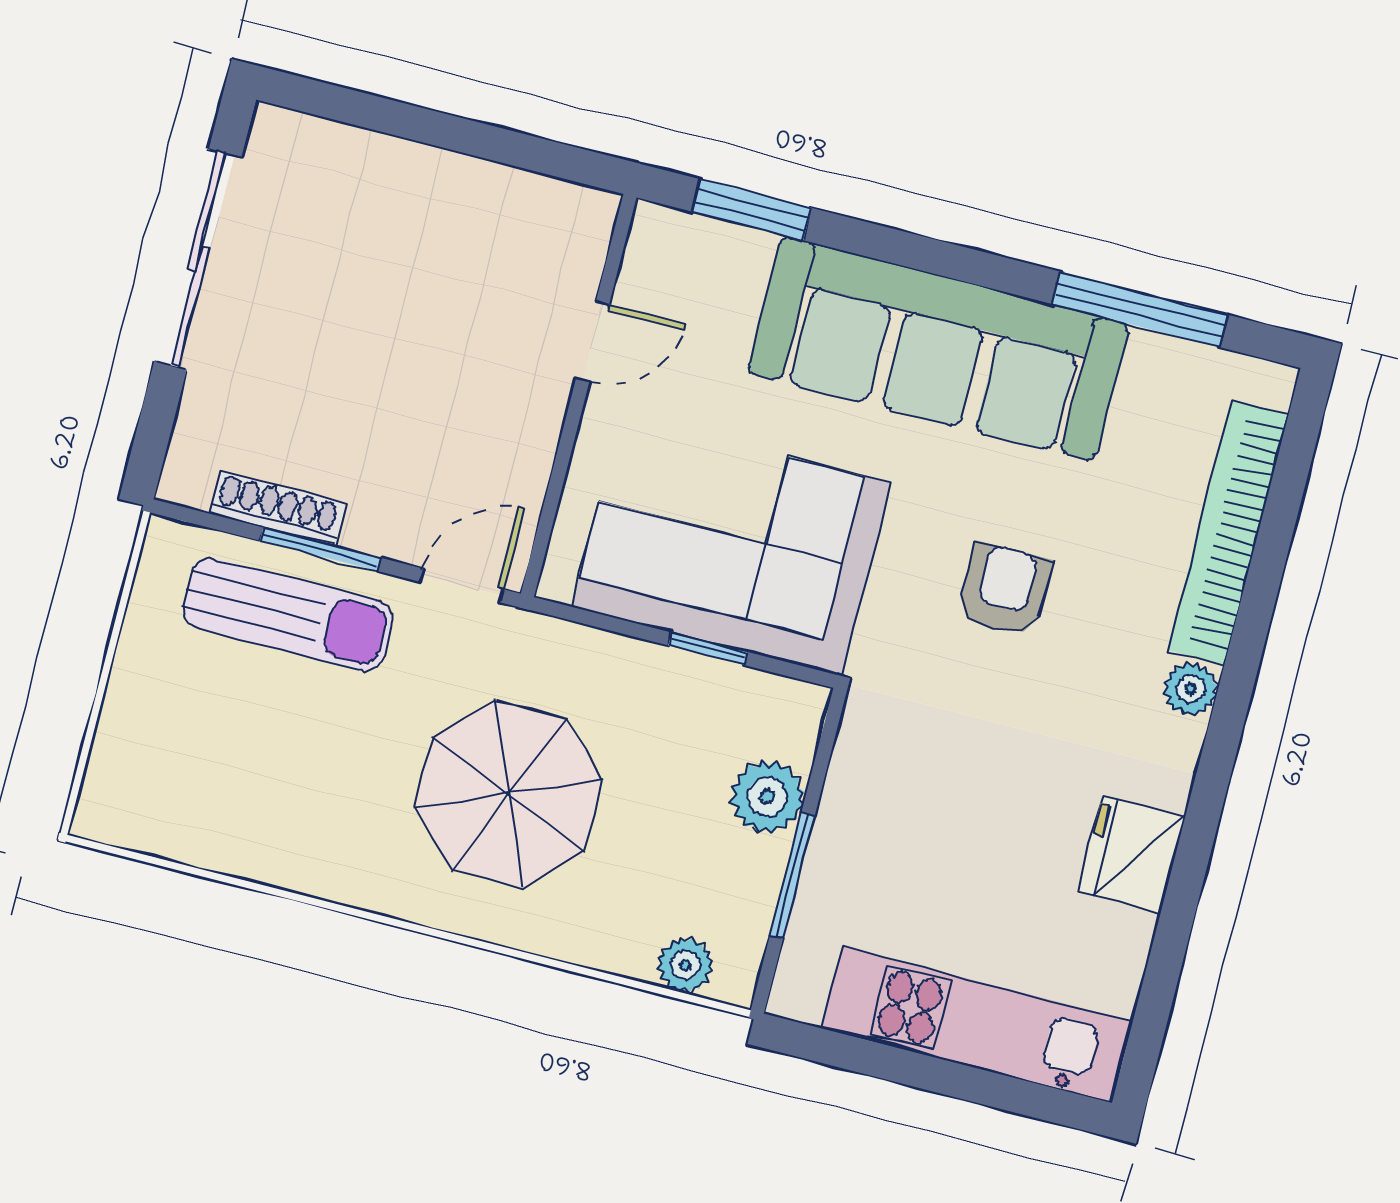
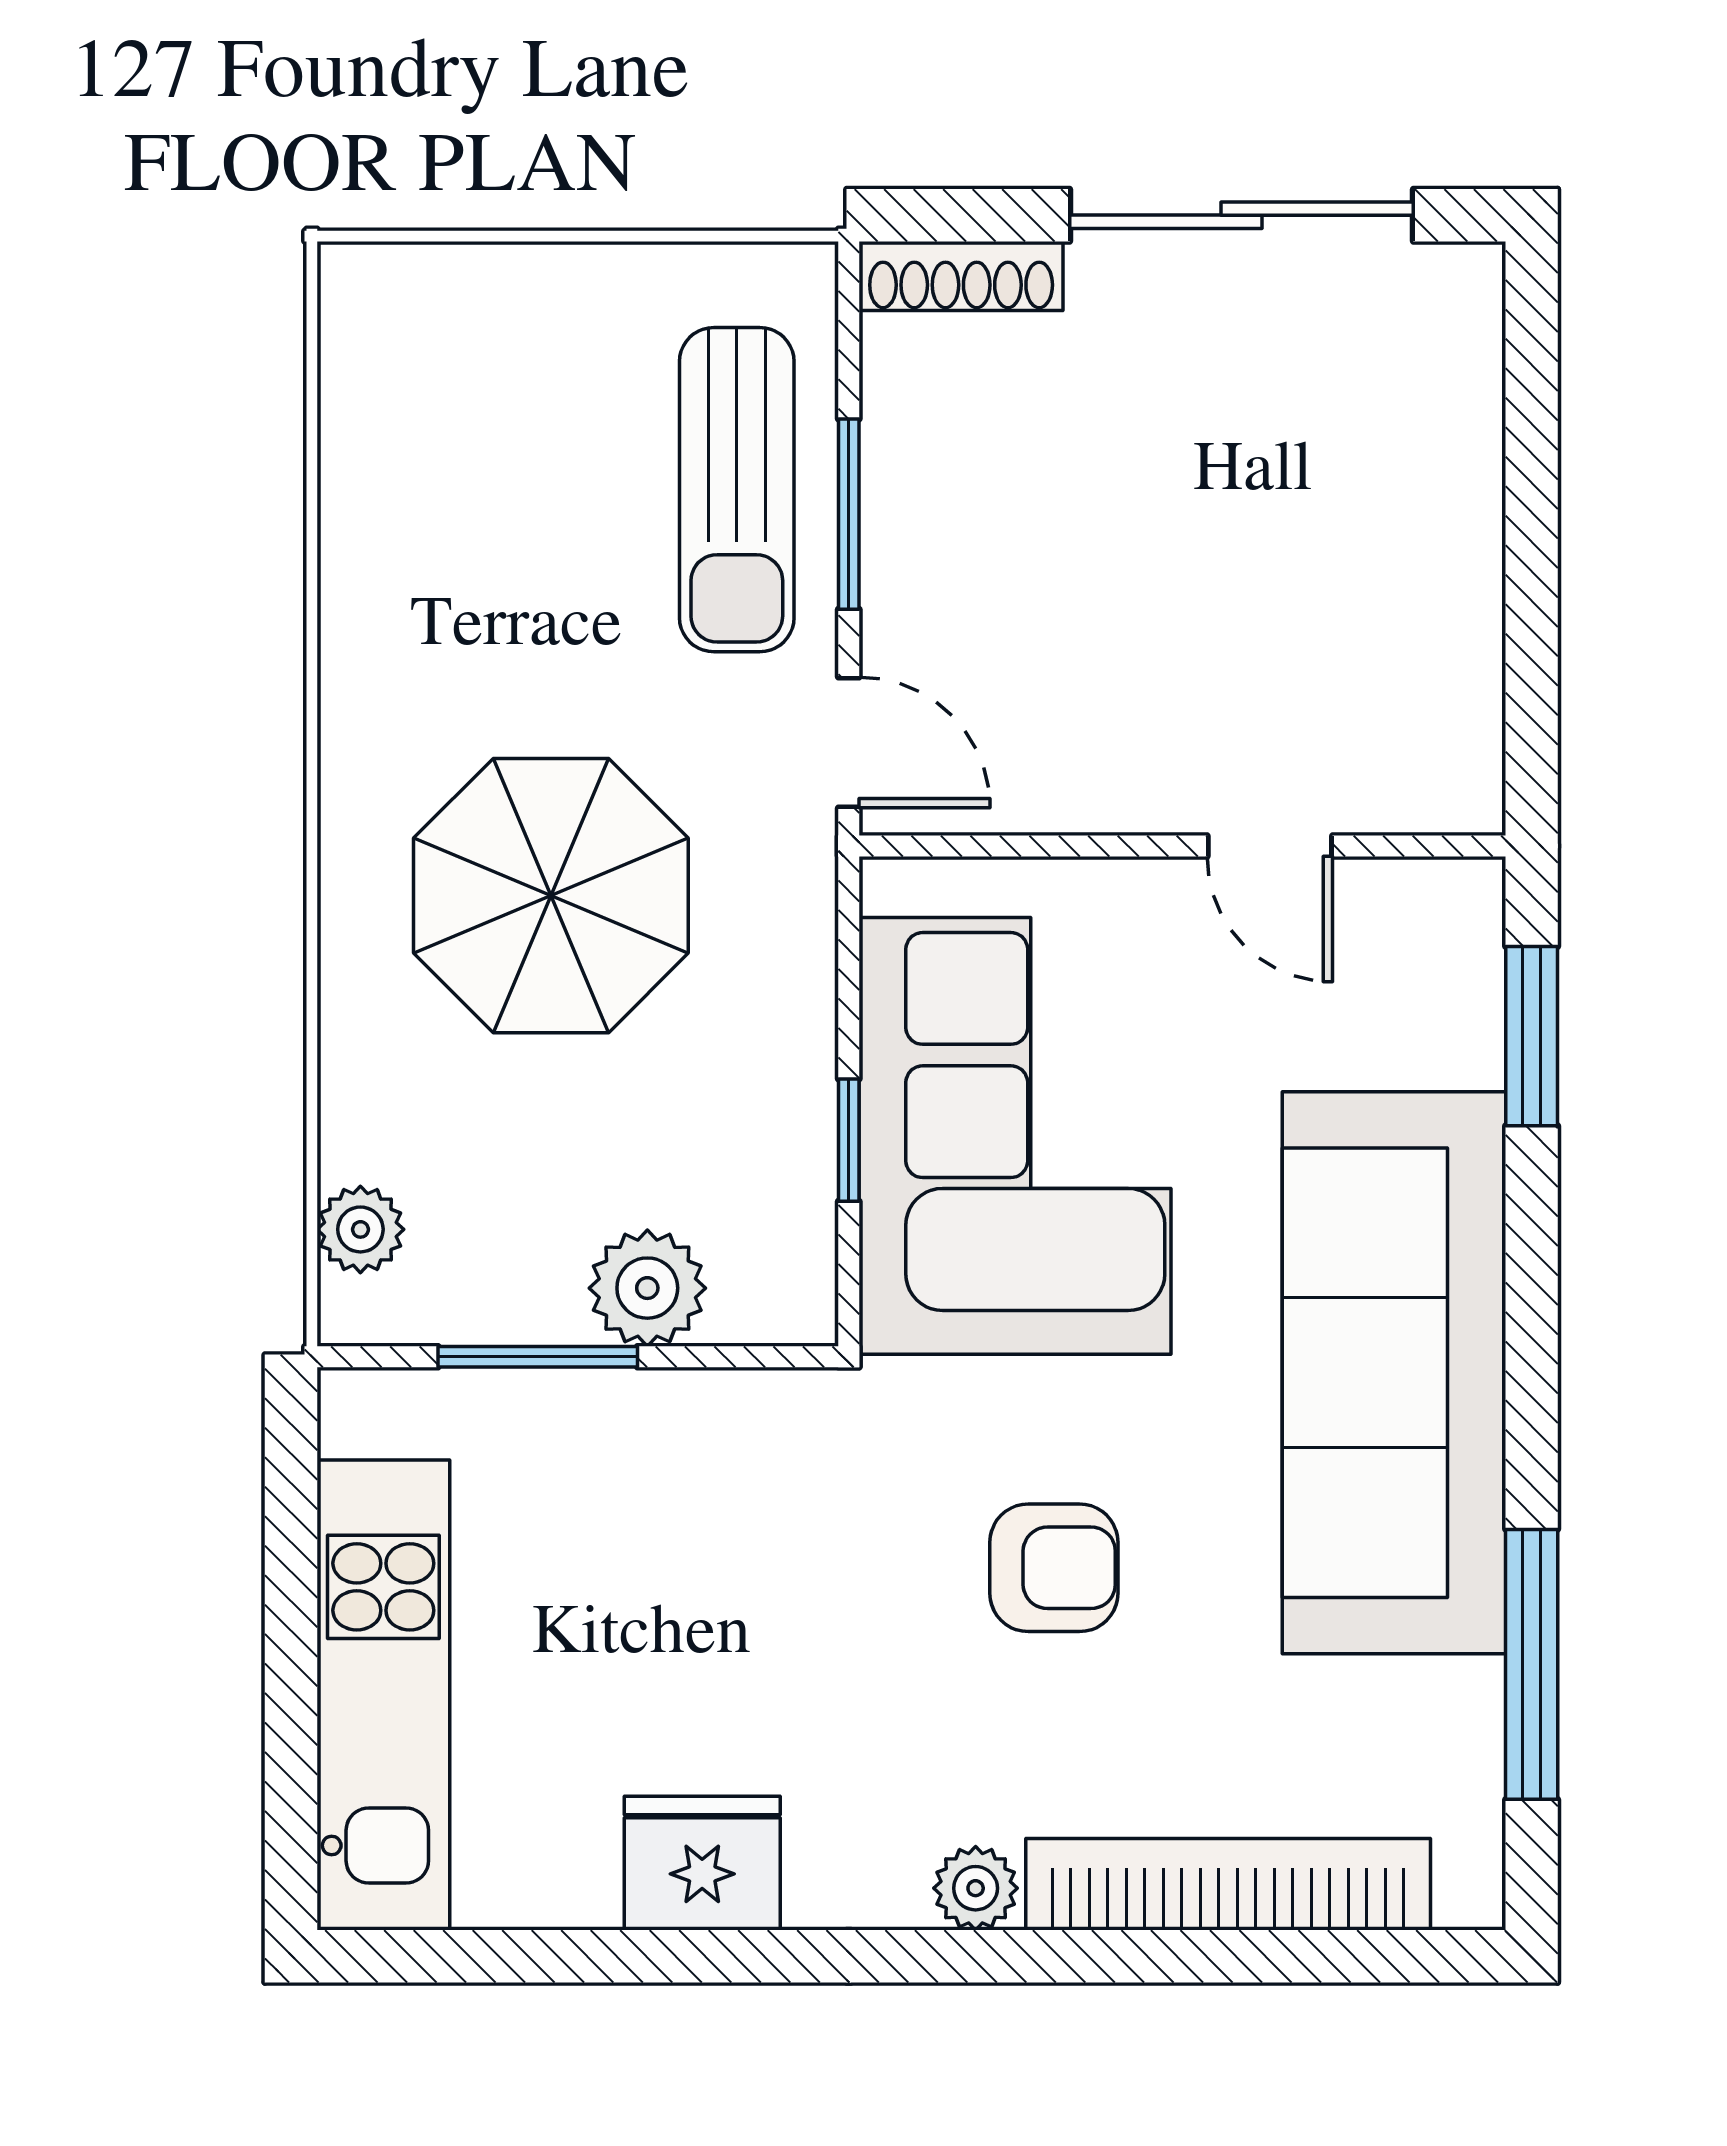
shoe rack: (277, 508) -> (961, 276), moved, turned 90

